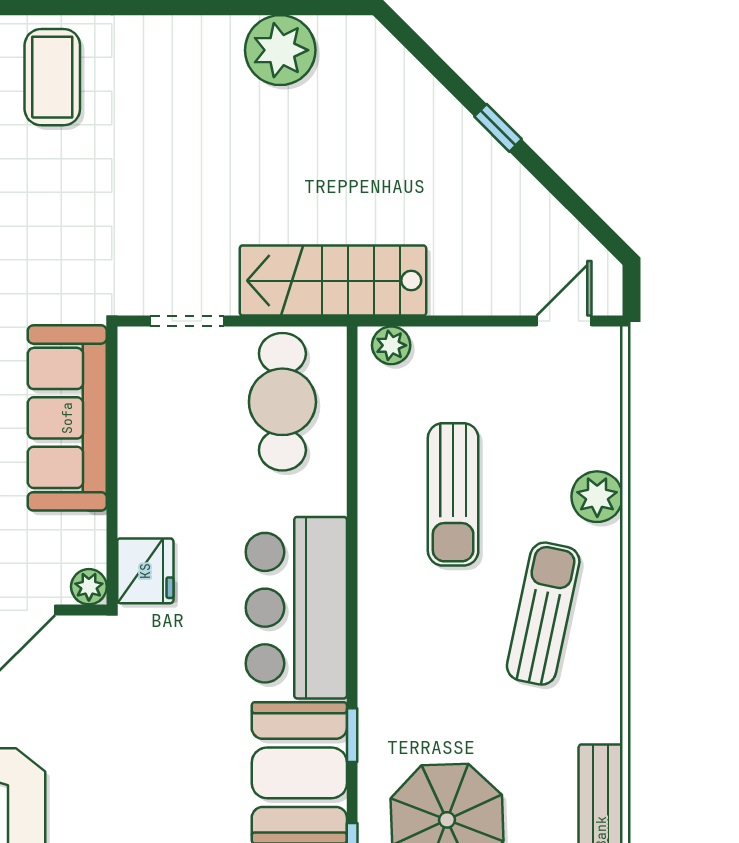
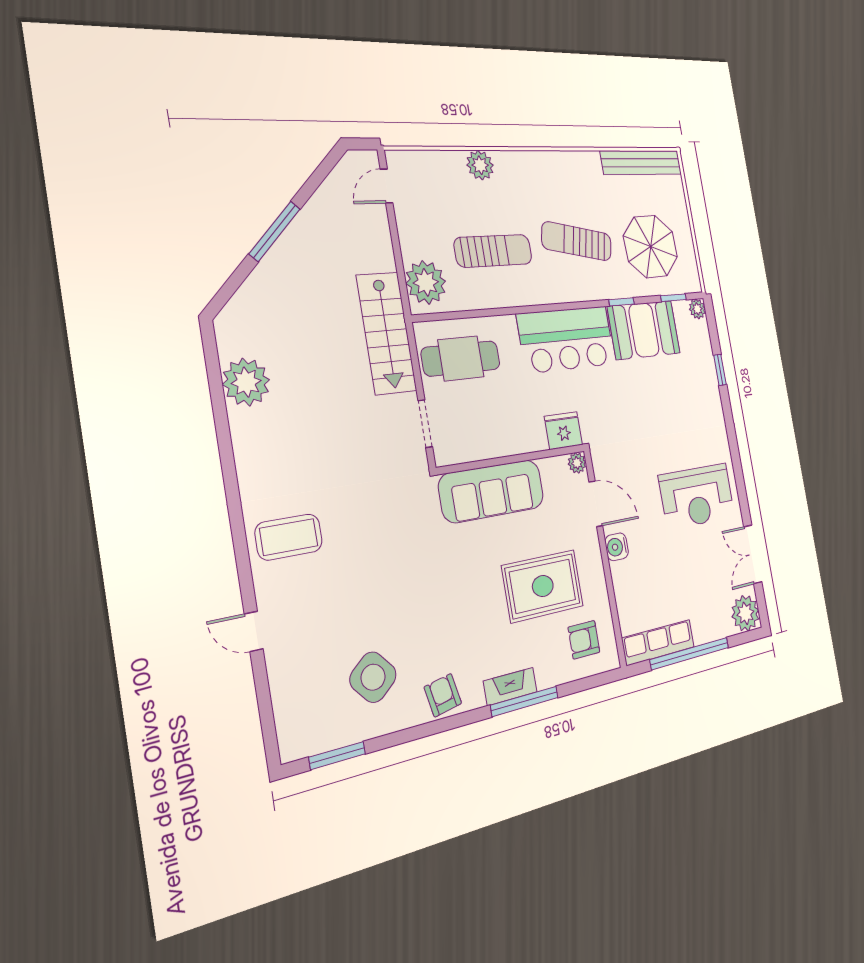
window: (498, 128) -> (275, 231), width x2.17
door: (564, 321) -> (386, 186), hinge flipped
plant: (391, 345) -> (426, 282), width x1.88, depth x1.88
sun lounger: (543, 614) -> (577, 241), moved

